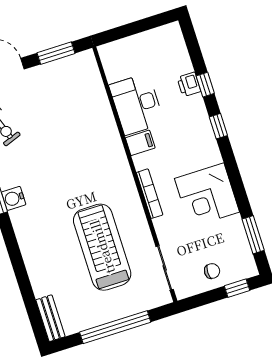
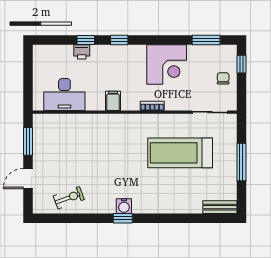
desk: (137, 104) -> (64, 95), moved
bookcase: (150, 194) -> (152, 106), width x0.64
window: (115, 327) -> (241, 162), width x0.68

